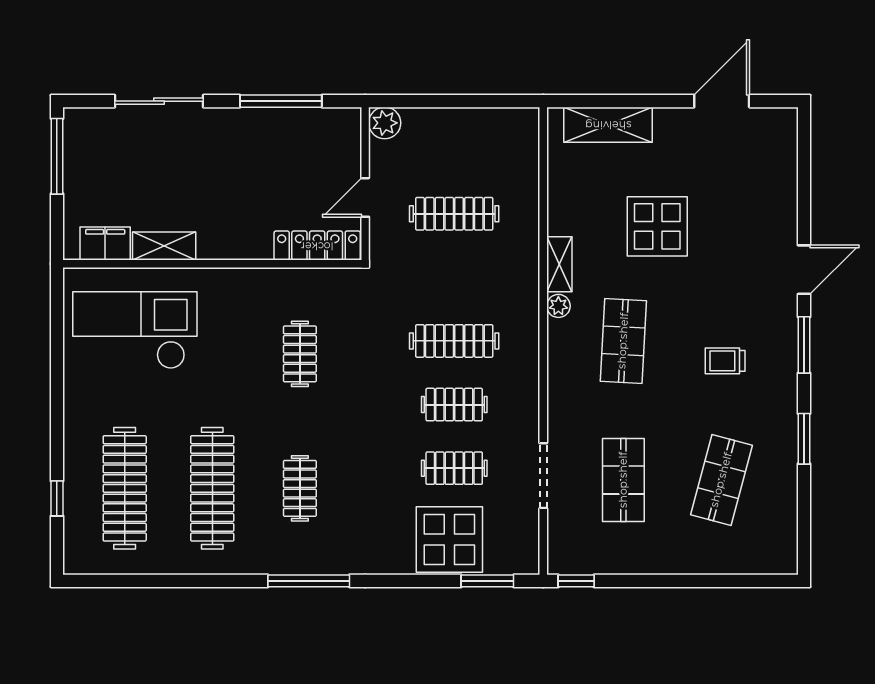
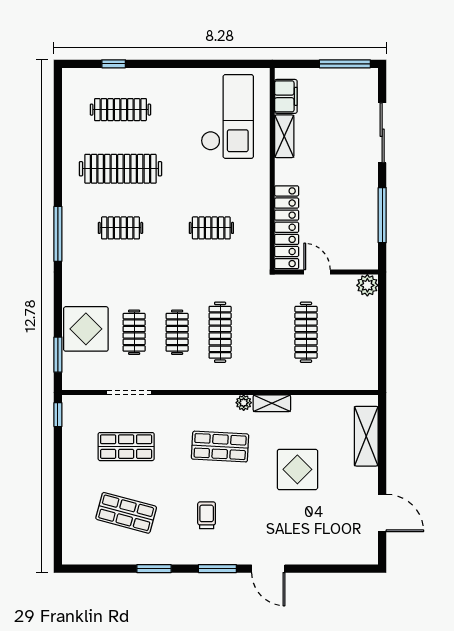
locker: (317, 246) -> (287, 227), width x1.41, depth x1.21
clothes rail: (125, 488) -> (120, 110), width x0.73, depth x0.76

